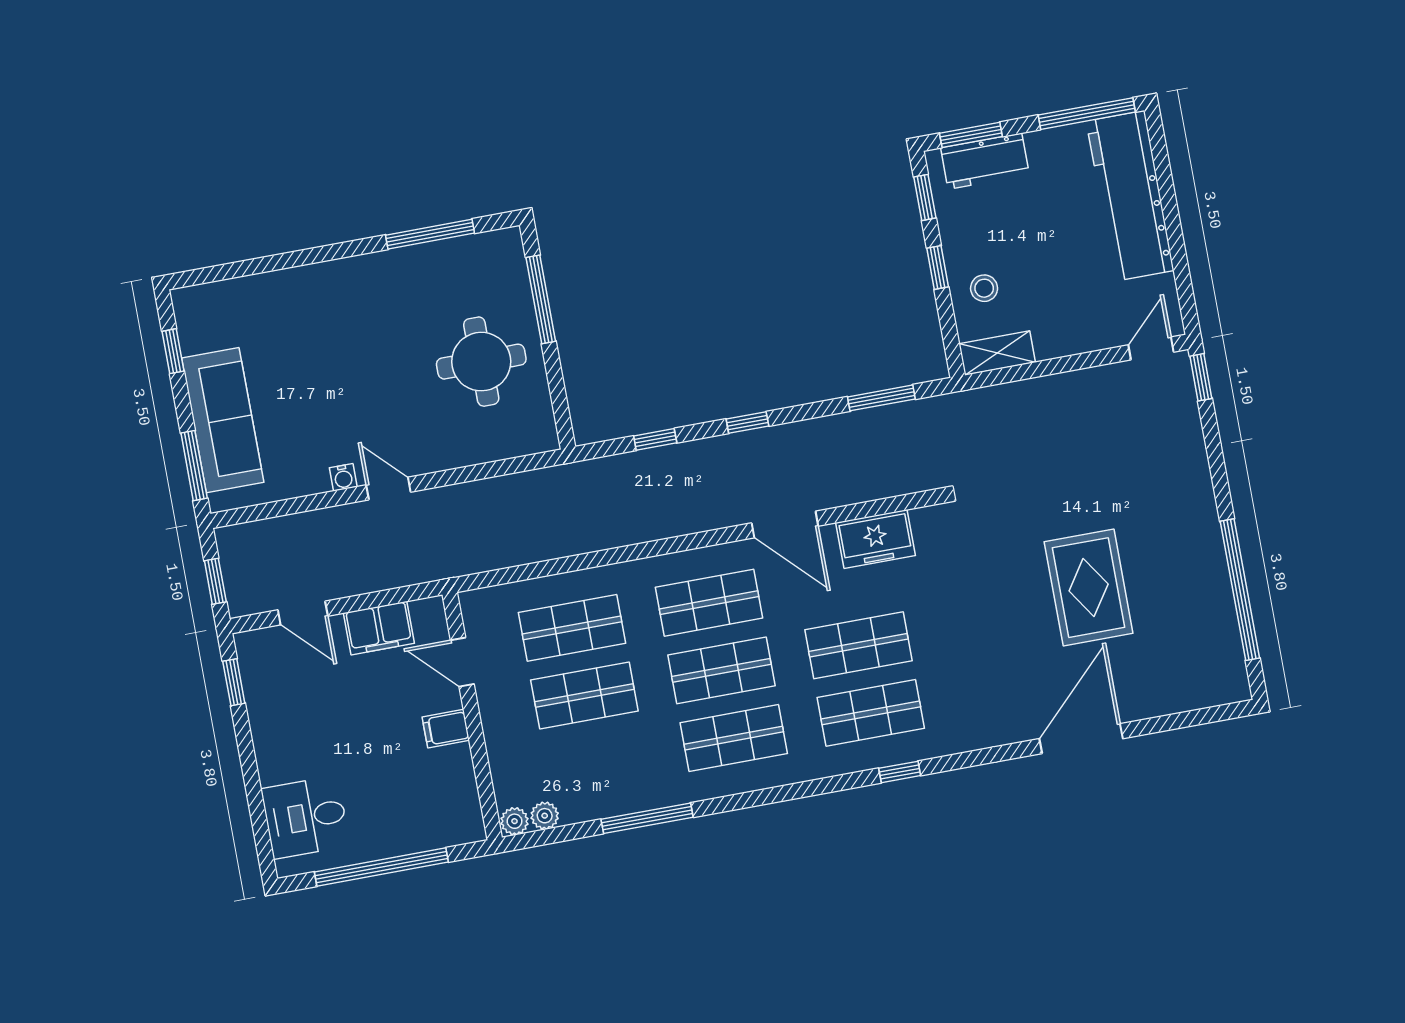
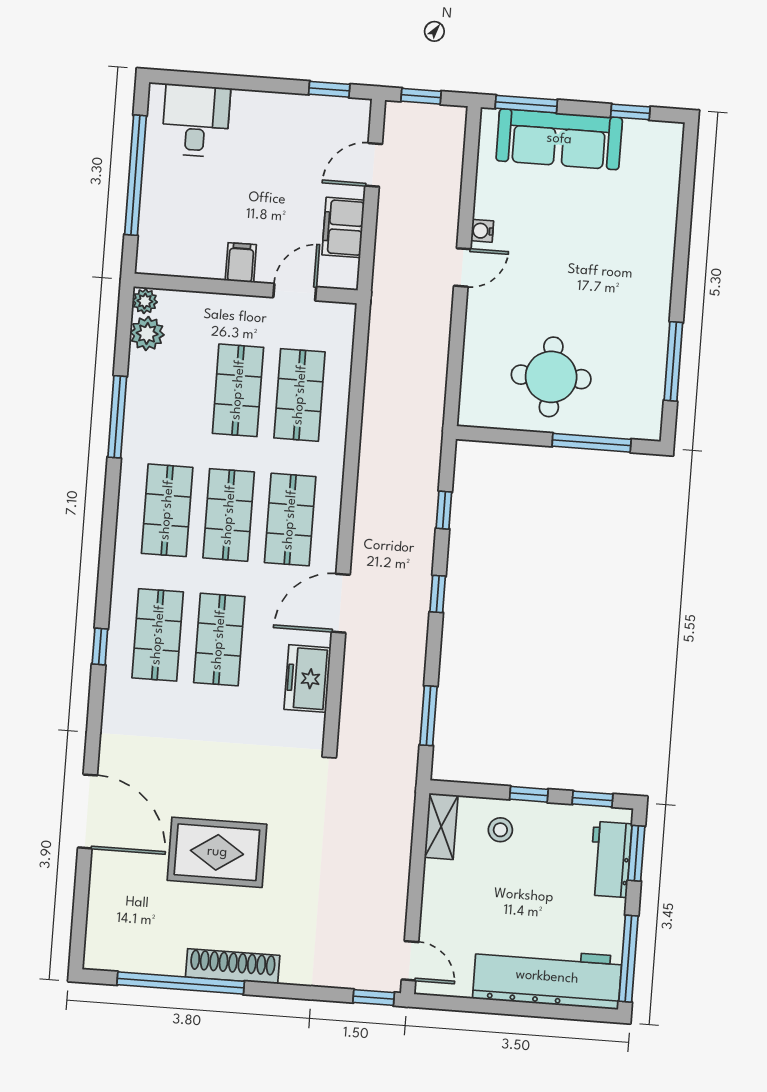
shoe rack: (1207, 538) -> (233, 966), added
plant: (545, 816) -> (147, 334), width x1.38, depth x1.38

